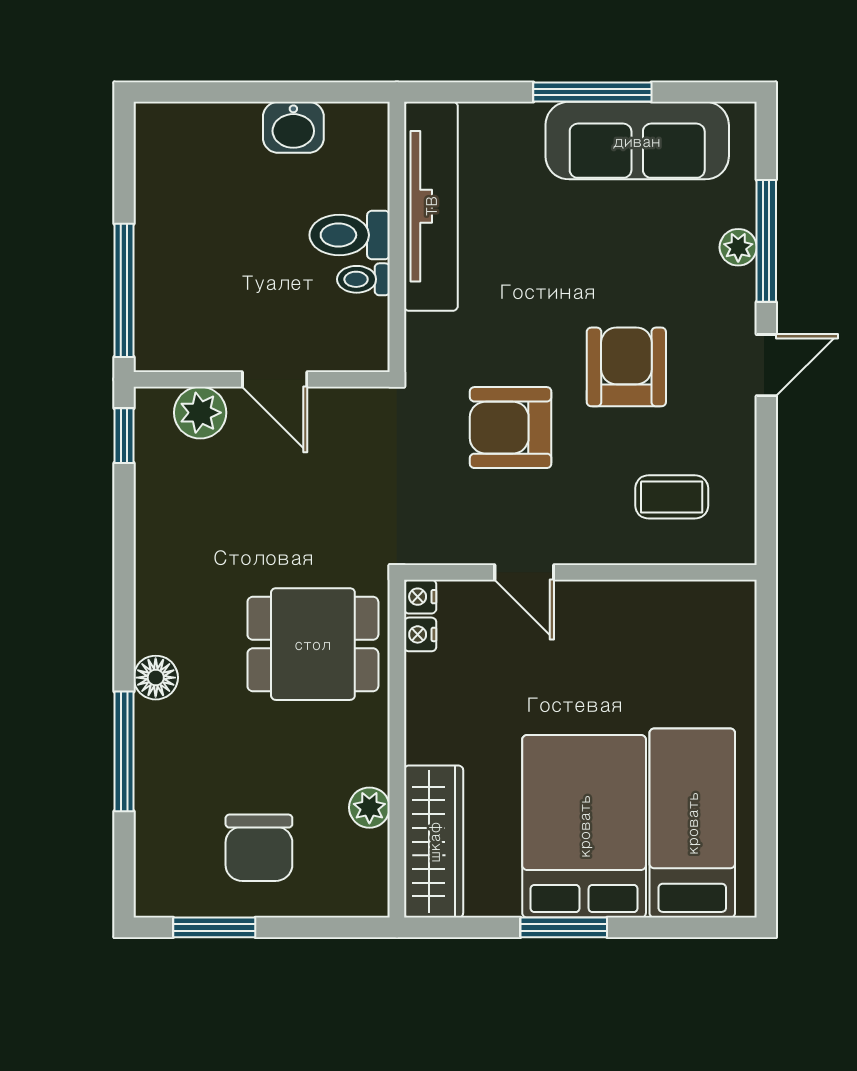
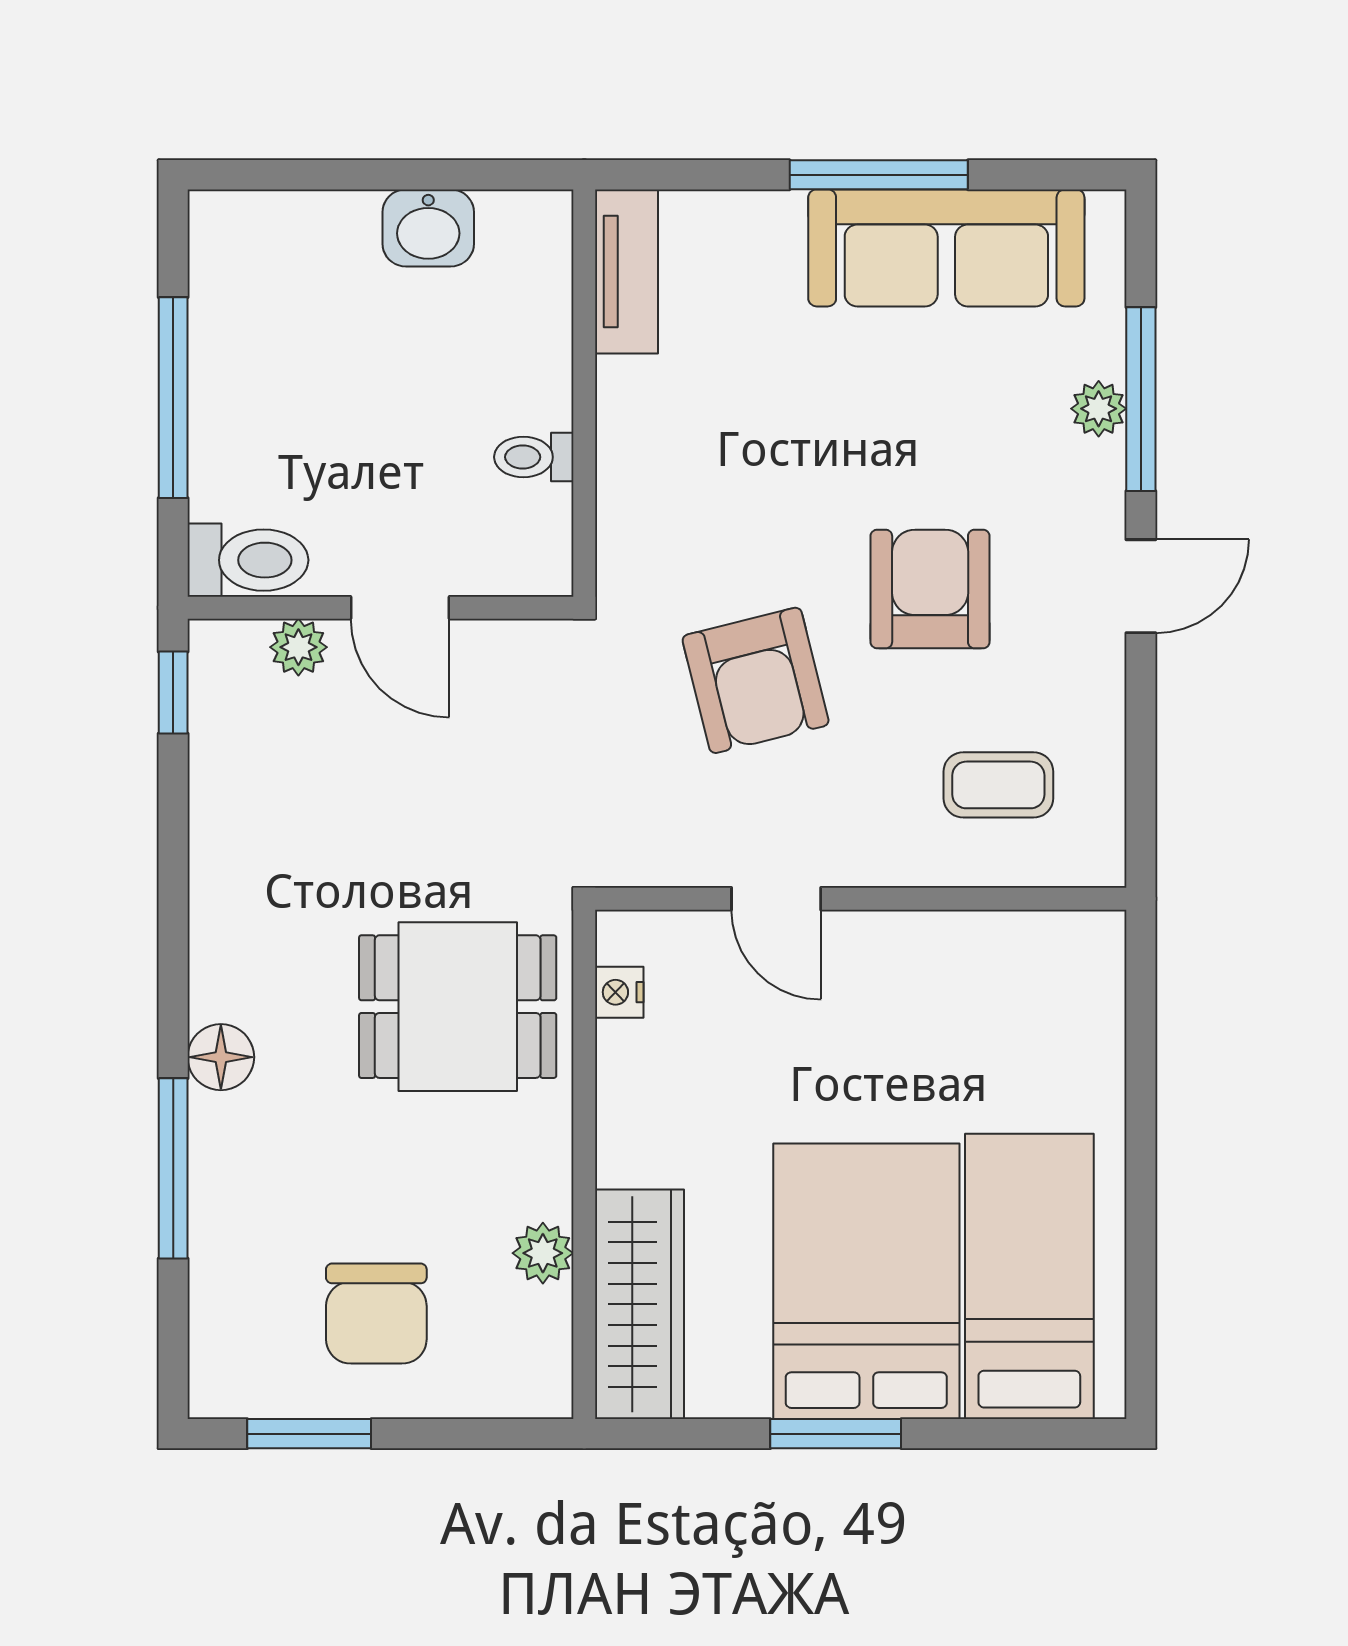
tv unit: (431, 206) -> (627, 271), width x0.52, depth x0.78
toilet: (350, 235) -> (248, 560), moved, turned 180
window: (124, 290) -> (173, 398), moved
plant: (200, 413) -> (298, 647), width x0.73, depth x0.73
armchair: (511, 428) -> (756, 680), turned -104
nightstand: (420, 597) -> (619, 935), removed

